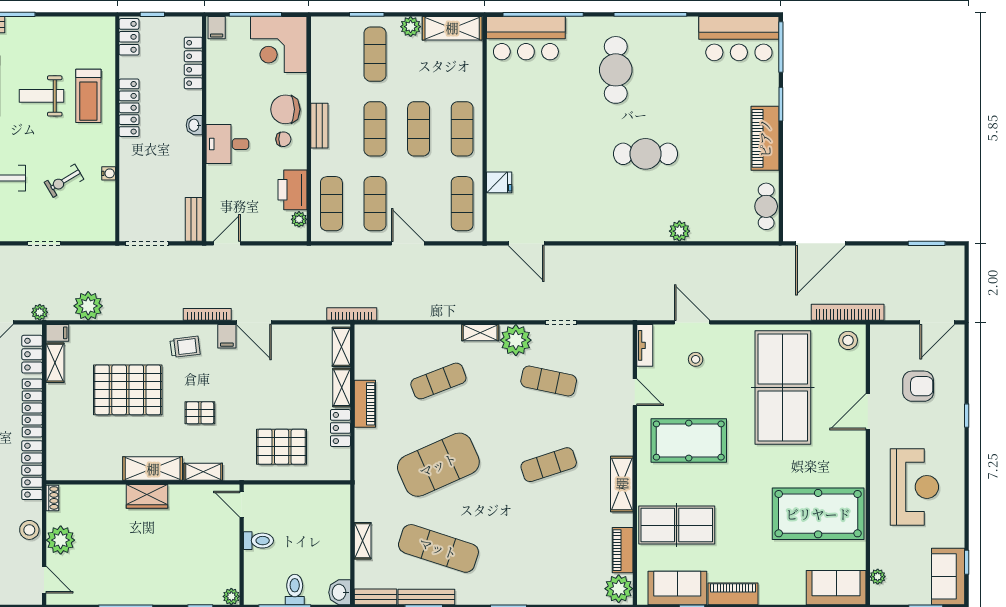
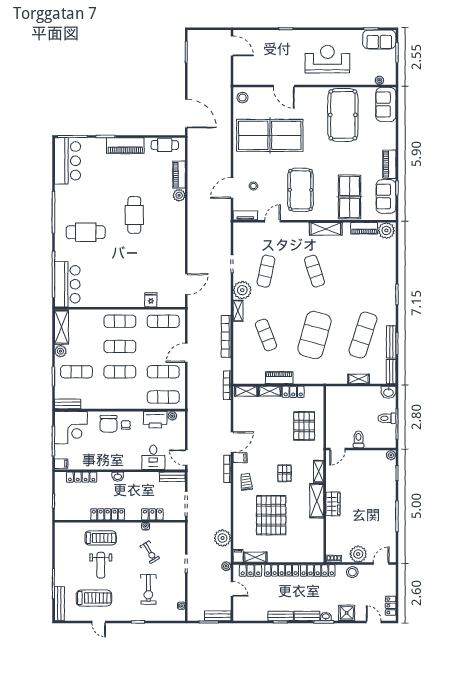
locker: (129, 37) -> (152, 514), moved
bench: (319, 126) -> (68, 404), moved
desk: (227, 144) -> (153, 457), moved
piano: (715, 231) -> (179, 175), added
bookcase: (848, 312) -> (226, 336), moved
armchair: (918, 386) -> (269, 57), removed
exercise mat: (438, 465) -> (315, 335), turned 39

